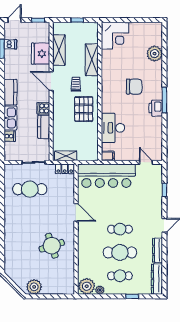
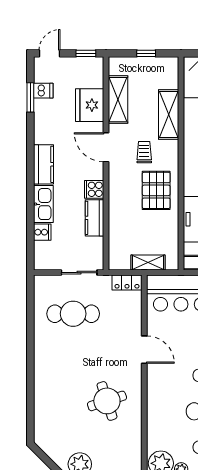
shelving: (66, 156) -> (148, 263), moved

